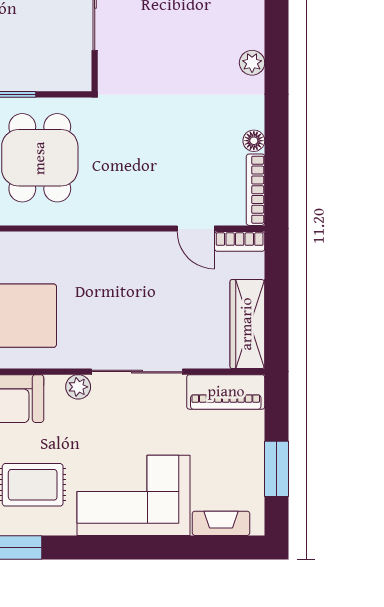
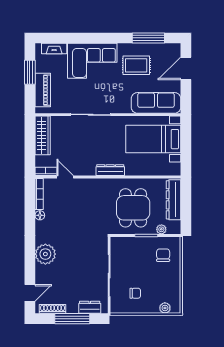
plant: (252, 63) -> (45, 254), width x1.88, depth x1.88
dresser: (92, 244) -> (110, 170), added
plant: (78, 387) -> (116, 108), removed
piano: (226, 392) -> (43, 90), moved, turned 90

